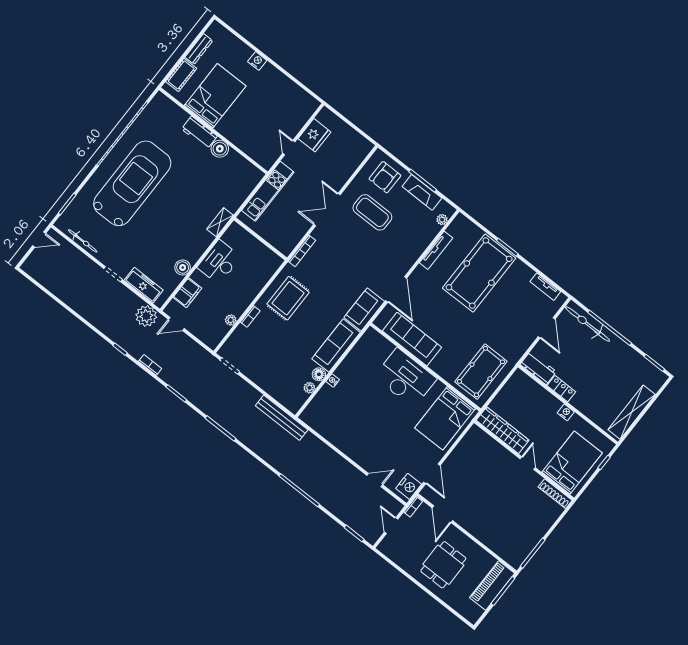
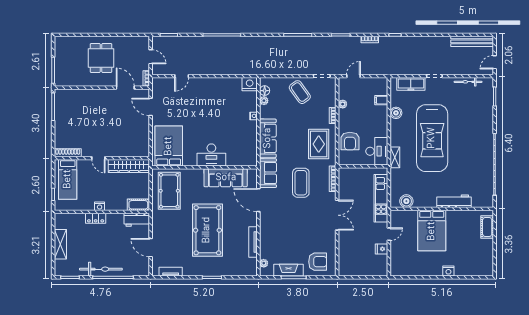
dresser: (199, 49) -> (489, 251), removed
bed: (215, 96) -> (432, 231), moved
workbench: (199, 132) -> (454, 201), width x1.38
fridge: (314, 135) -> (381, 249), width x0.53, depth x0.75
door: (289, 148) -> (389, 234), hinge flipped
boiler: (220, 149) -> (406, 201), moved
armchair: (385, 177) -> (318, 262), turned 90
car: (132, 183) -> (432, 138), moved
coffee table: (372, 212) -> (301, 183), moved, turned 90
desk: (219, 262) -> (377, 151), moved
pool table: (479, 273) -> (207, 230), moved
armchair: (253, 276) -> (350, 141), added
filing cabinet: (187, 293) -> (381, 100), width x0.50
plant: (146, 316) -> (395, 67), removed
door: (176, 324) -> (353, 76), moved
bicycle: (587, 324) -> (101, 269), moved
coffee table: (265, 367) -> (300, 92), added
floor lamp: (319, 374) -> (265, 91), moved
desk: (405, 378) -> (211, 155), width x0.73, depth x0.77
cot: (524, 382) -> (138, 205), added
locker: (561, 389) -> (96, 218), moved
shelving: (632, 412) -> (60, 244), width x0.68
bench: (282, 418) -> (472, 41), moved
bed: (572, 462) -> (68, 179), width x0.67
nightstand: (409, 486) -> (250, 84), moved, turned 90
piano: (492, 586) -> (62, 68), removed

